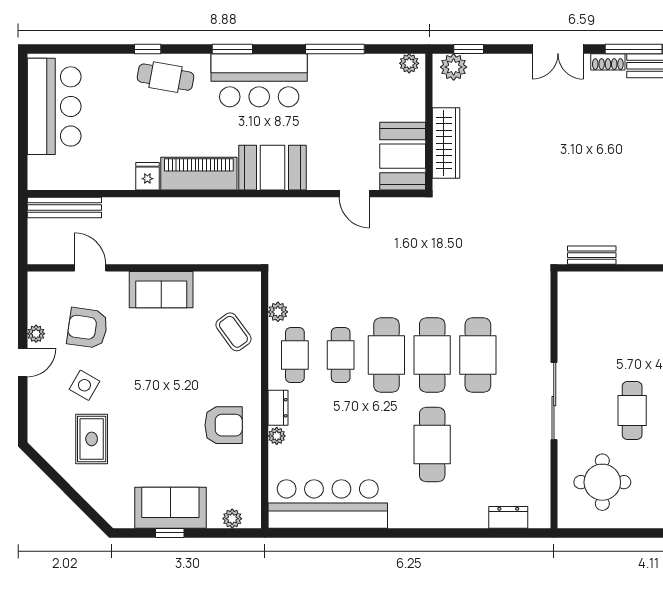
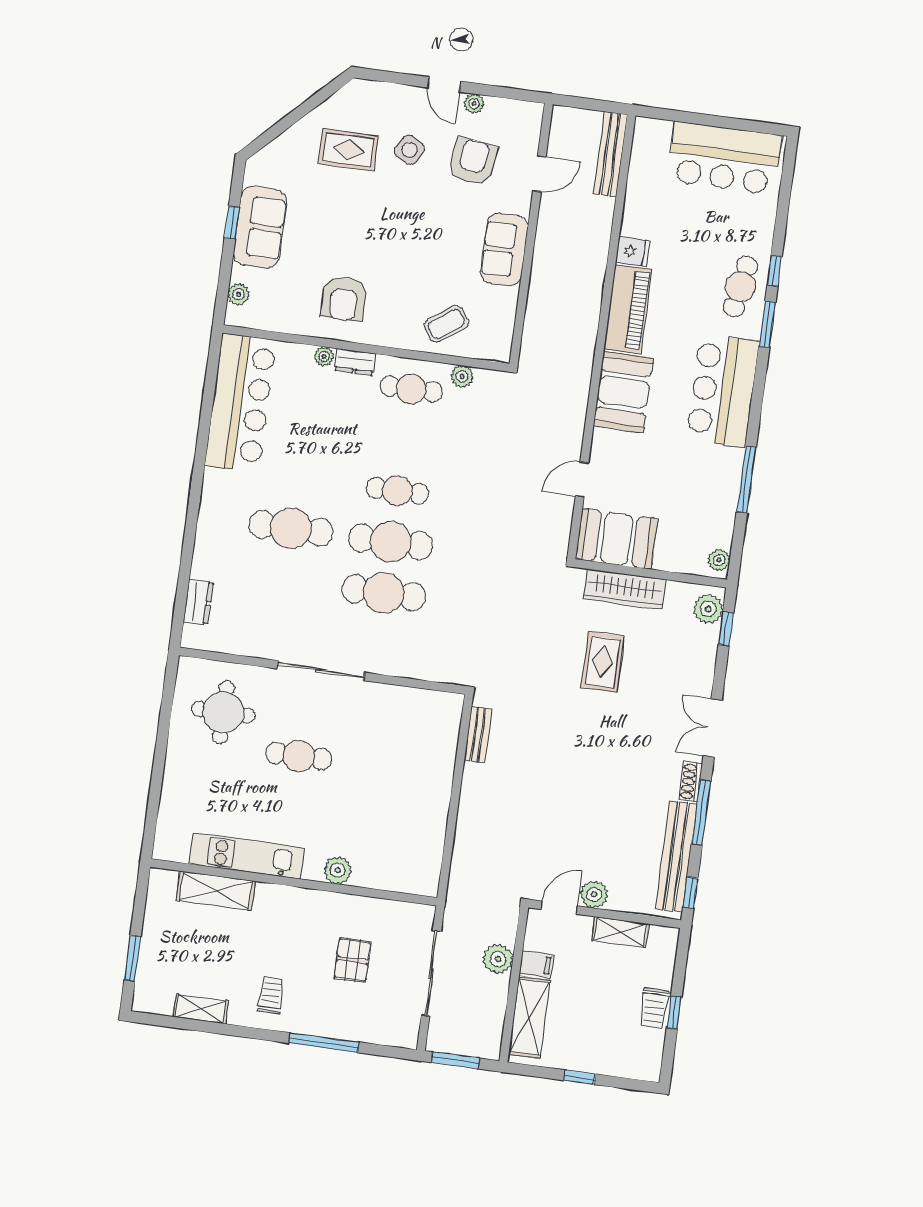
window: (232, 49) -> (767, 324), moved
rug: (513, 154) -> (603, 662), added
cafe table: (341, 355) -> (404, 440), removed
cafe table: (386, 355) -> (397, 491), width x0.73, depth x0.74

